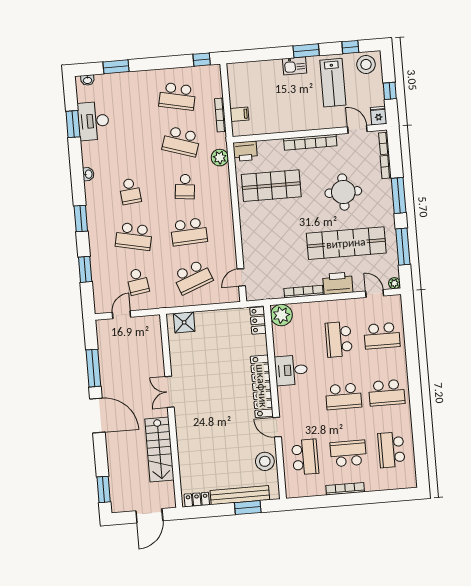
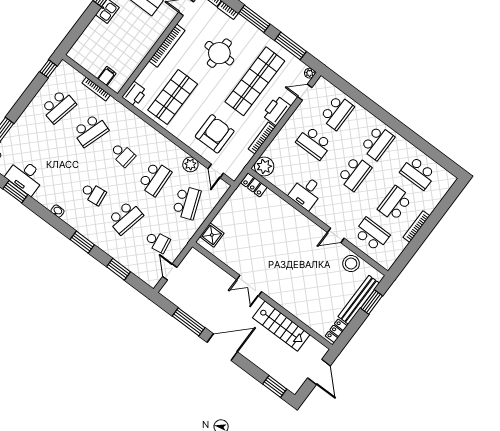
plant: (220, 158) -> (190, 164), moved
armchair: (272, 249) -> (215, 134), added
locker: (262, 386) -> (300, 221), removed

